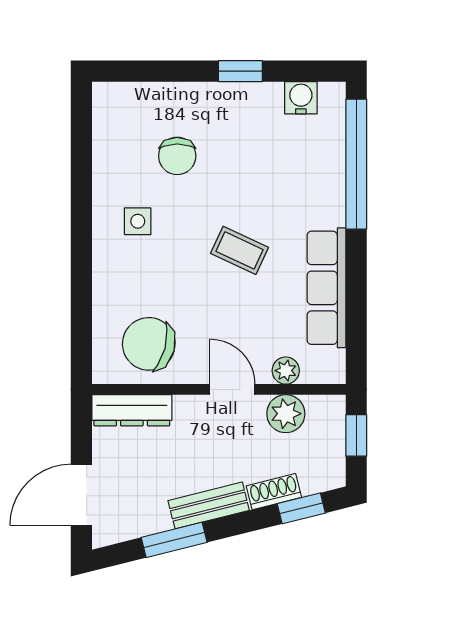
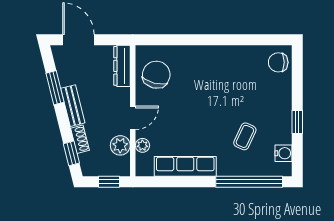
chair: (177, 156) -> (278, 62), moved
side table: (138, 221) -> (220, 69), removed
coffee table: (240, 250) -> (245, 136), moved

